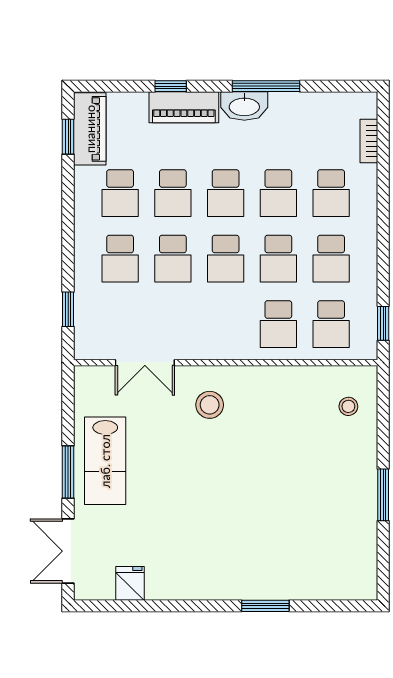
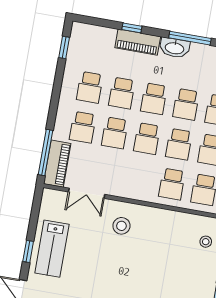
piano: (90, 129) -> (57, 164), moved
window: (68, 309) -> (46, 153), width x2.17
window: (68, 472) -> (28, 251), width x0.67

